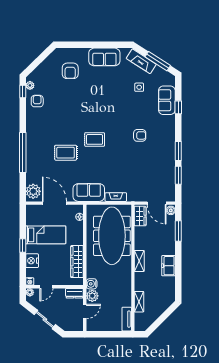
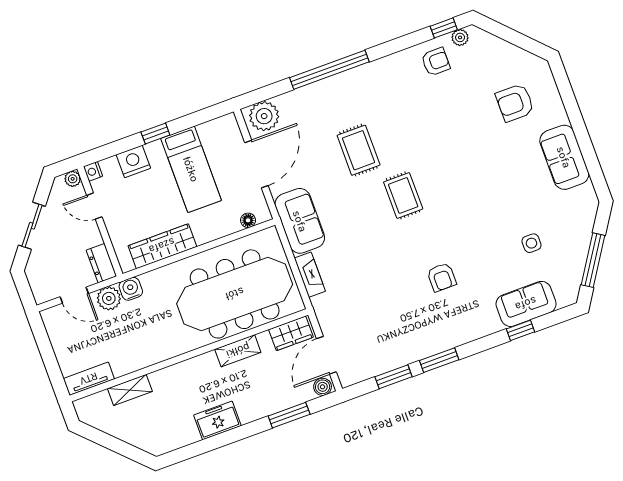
fireplace: (141, 61) -> (581, 229), removed
shelving: (139, 261) -> (238, 351), moved

